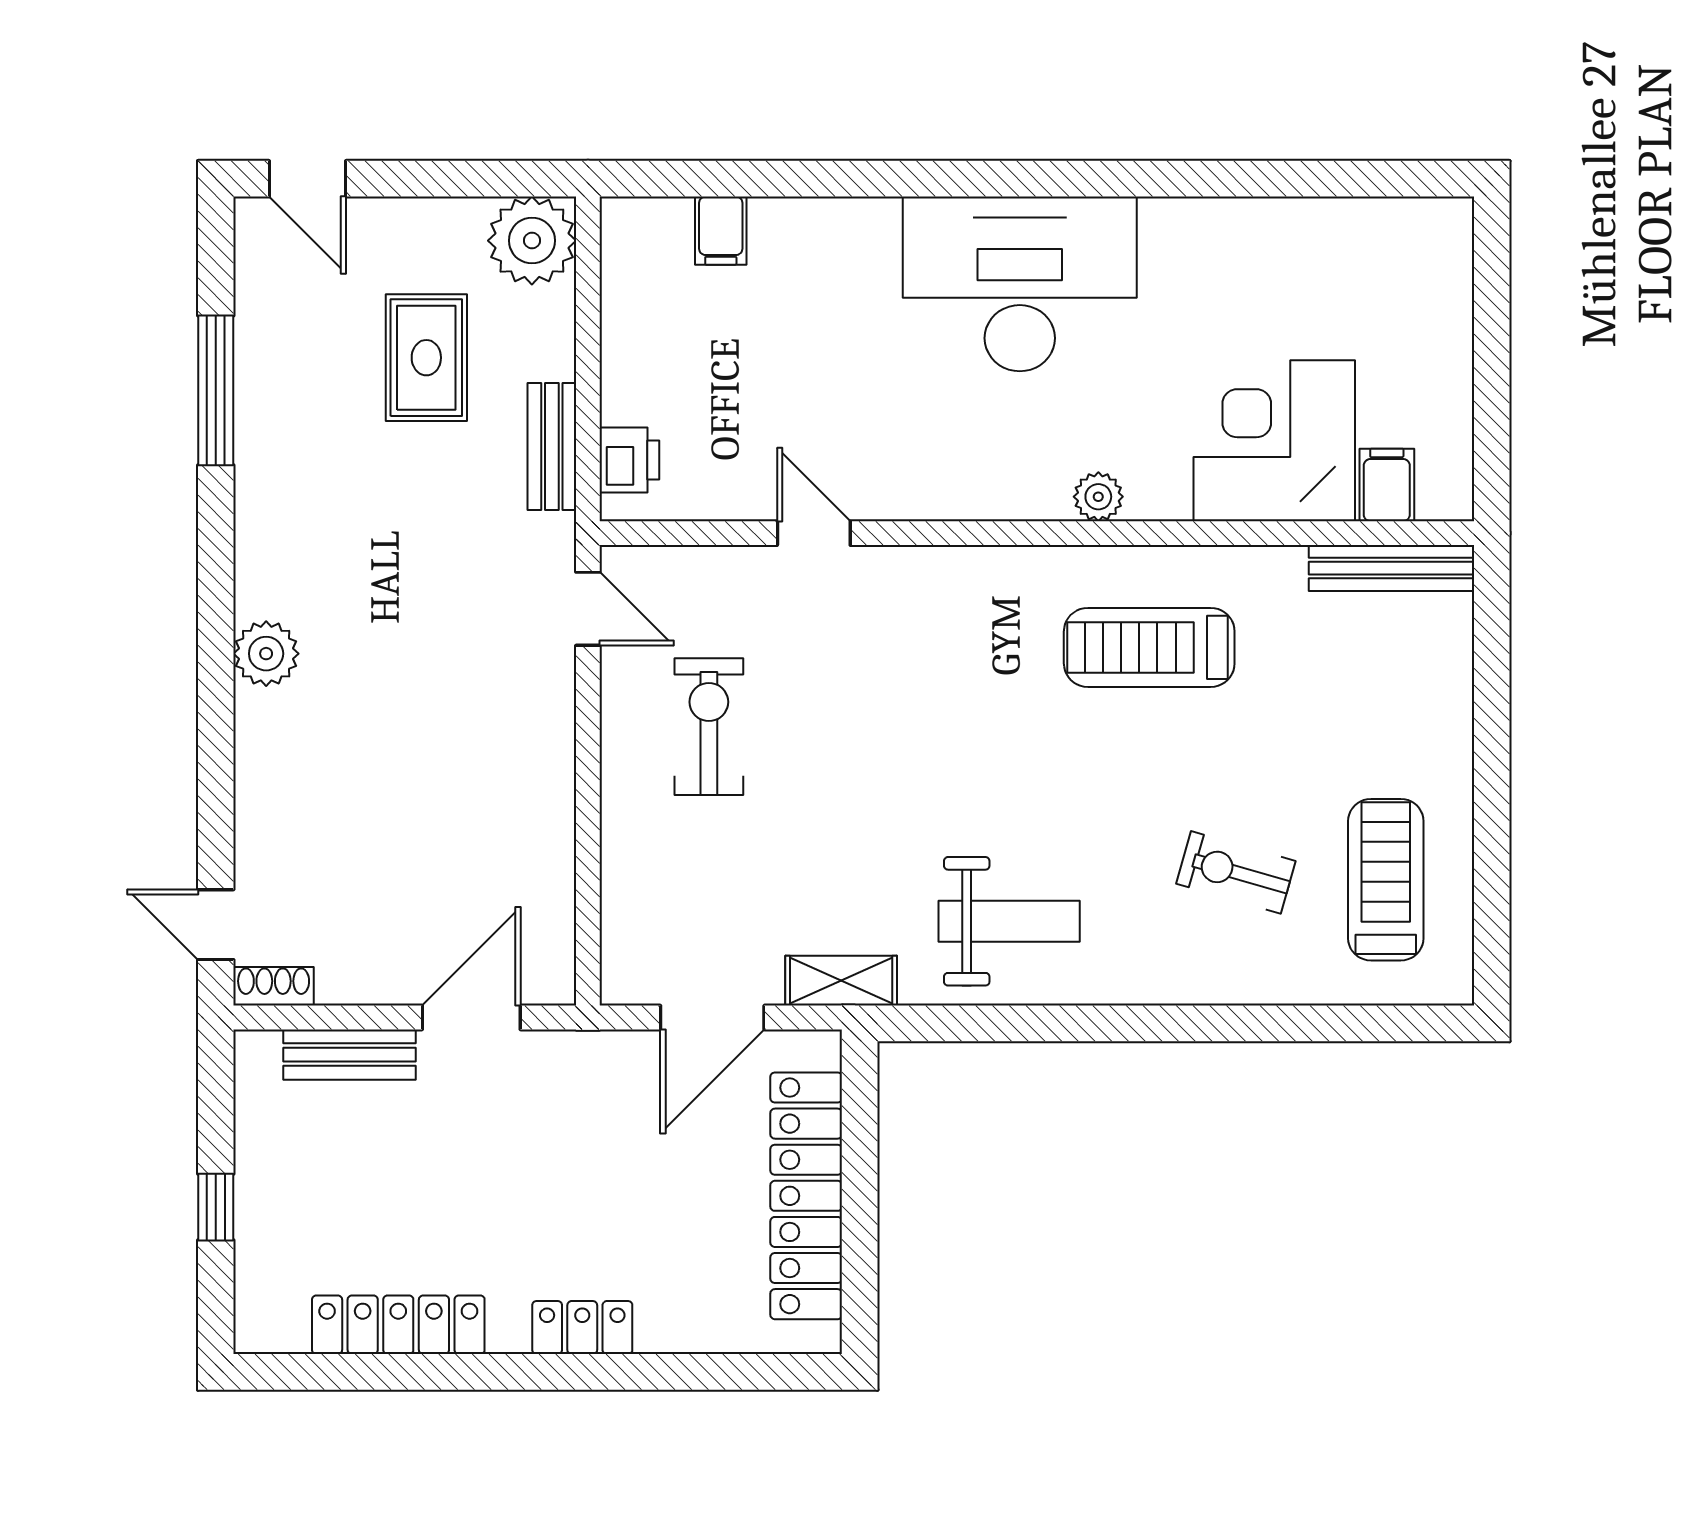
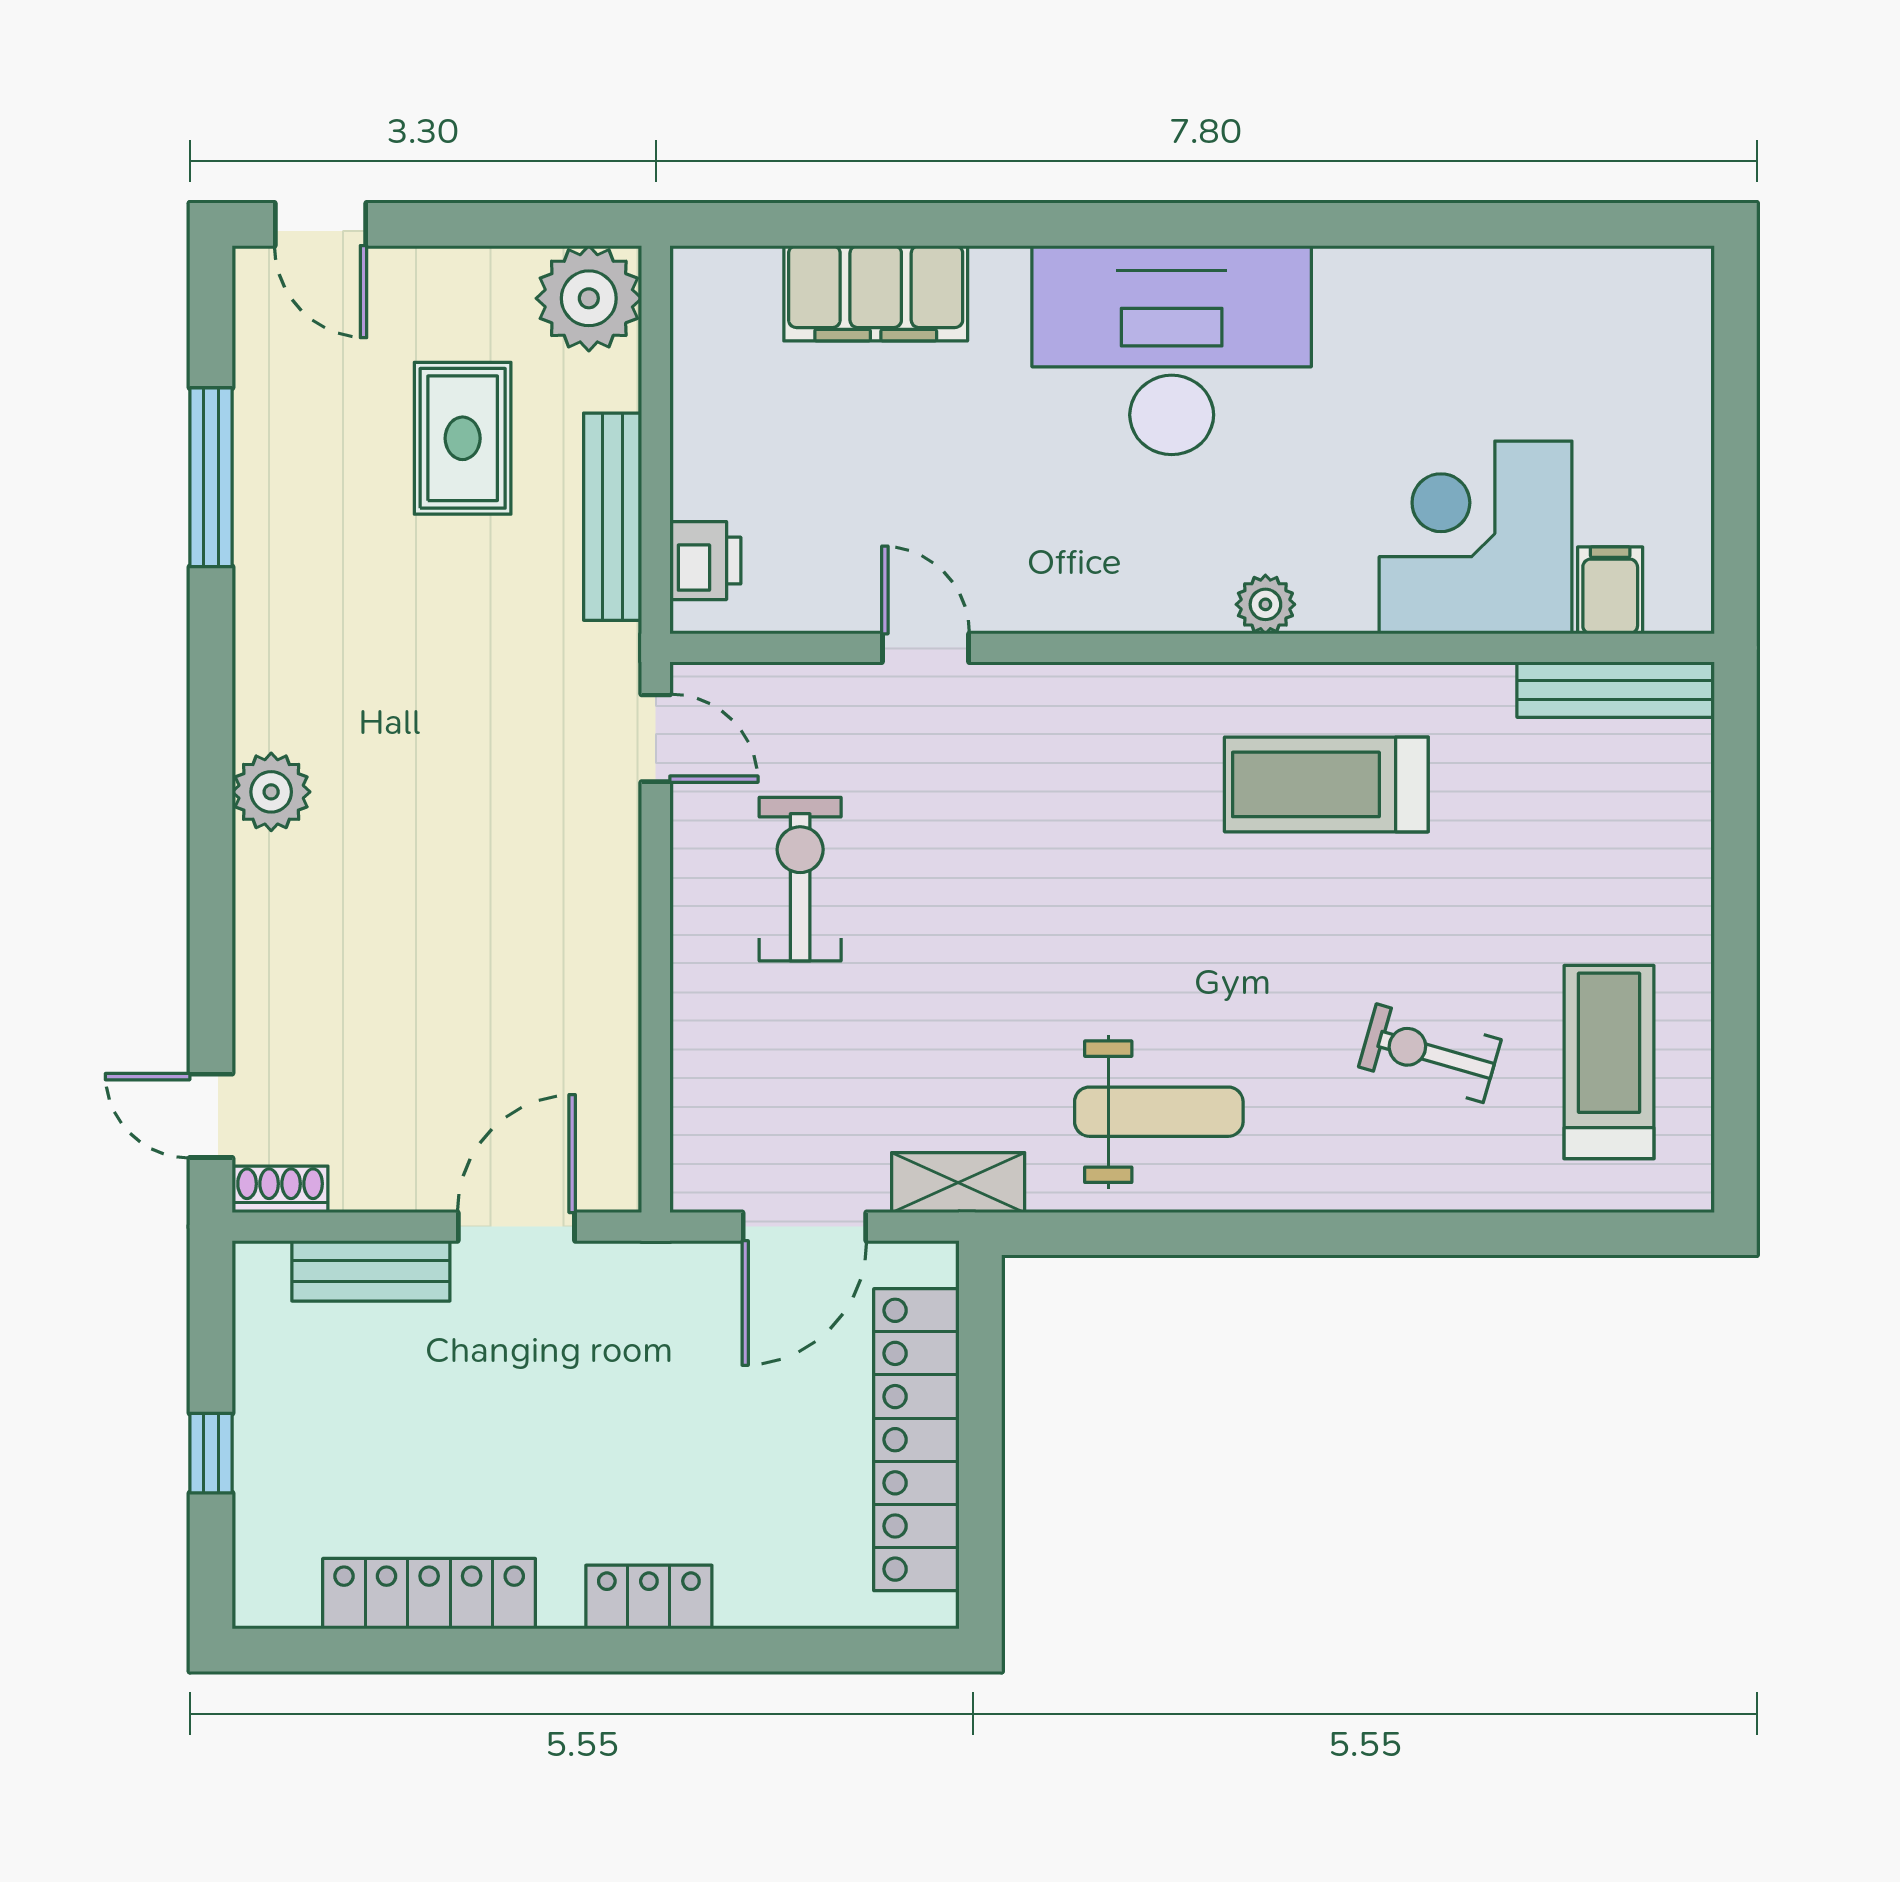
filing cabinet: (721, 231) -> (876, 293), width x3.00, depth x1.17
bench: (552, 446) -> (613, 517), width x1.36

